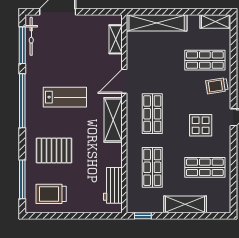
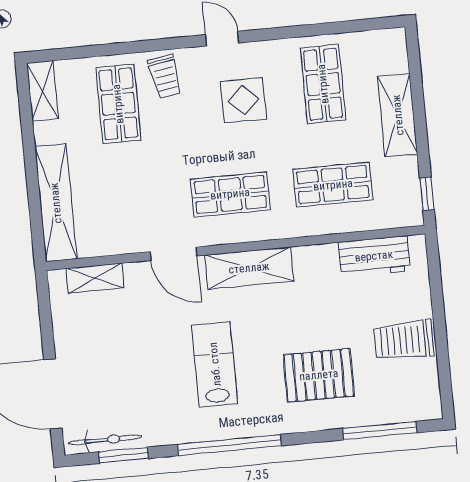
window: (22, 45) -> (124, 455), width x0.69
pallet: (54, 150) -> (319, 375), turned 90
trolley: (51, 194) -> (404, 340), moved, turned 90

